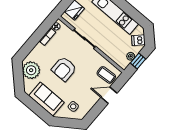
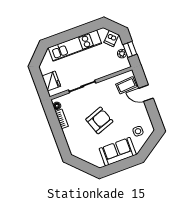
armchair: (64, 69) -> (99, 120), turned -110
plant: (31, 70) -> (84, 151), removed
door: (109, 95) -> (146, 93), hinge flipped

